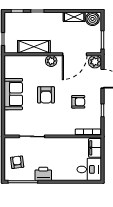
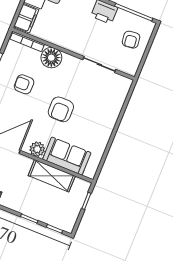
sofa: (13, 94) -> (67, 156), moved, turned 90
armchair: (46, 95) -> (61, 109), turned 180
floor lamp: (67, 128) -> (51, 58), added

